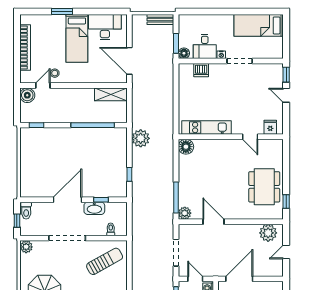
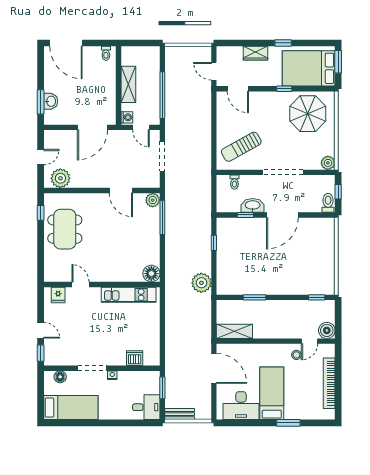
desk: (205, 46) -> (146, 407), moved, turned 90
floor lamp: (184, 53) -> (60, 377), moved
window: (93, 125) -> (254, 297), width x0.47

